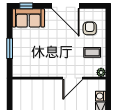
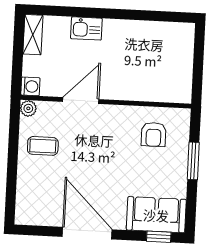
armchair: (90, 28) -> (154, 134), moved
washing machine: (101, 96) -> (30, 86), moved

